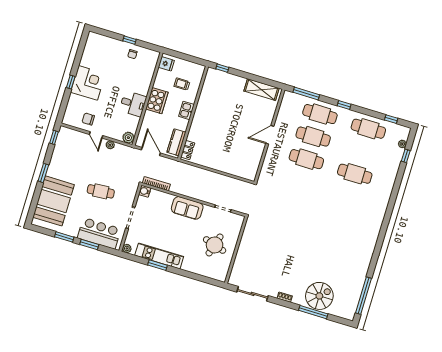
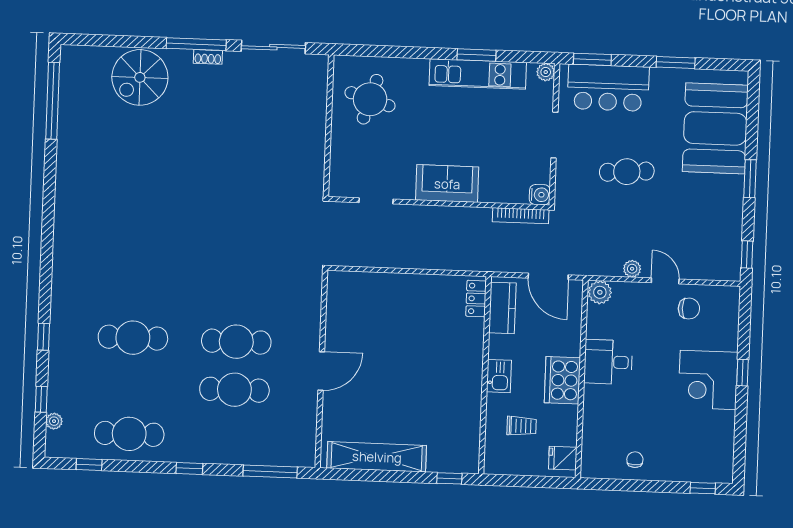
window: (129, 40) -> (703, 488), moved
shelving: (261, 90) -> (377, 457), width x1.47
cafe table: (320, 114) -> (233, 438), removed
window: (397, 185) -> (44, 337), added
window: (89, 244) -> (592, 59), moved
round table: (215, 245) -> (370, 99), moved
window: (313, 312) -> (196, 44), moved

